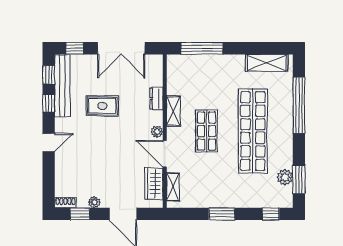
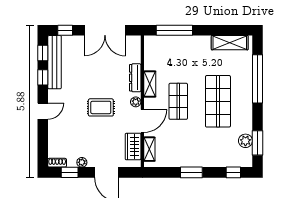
dresser: (156, 99) -> (135, 78), width x1.44
rug: (102, 106) -> (101, 107), moved
shop shelf: (253, 131) -> (218, 101), width x0.71
door: (165, 154) -> (142, 121), swing flipped

